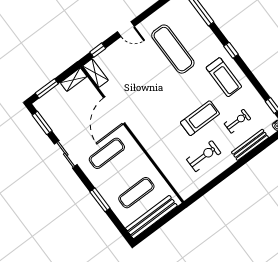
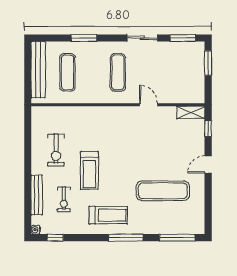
window: (231, 50) -> (126, 238), width x2.17
treadmill: (224, 77) -> (108, 215), turned 180
shelving: (74, 80) -> (199, 90), removed
door: (114, 110) -> (149, 105), width x0.53

